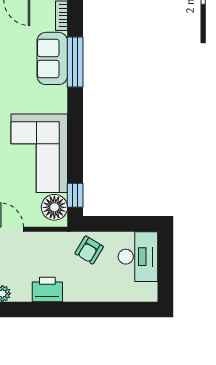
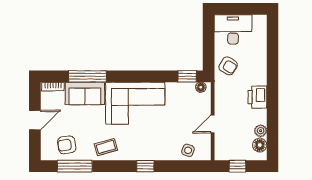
corner sofa: (39, 153) -> (135, 103), moved
floor lamp: (54, 207) -> (201, 87), width x0.53, depth x0.53

